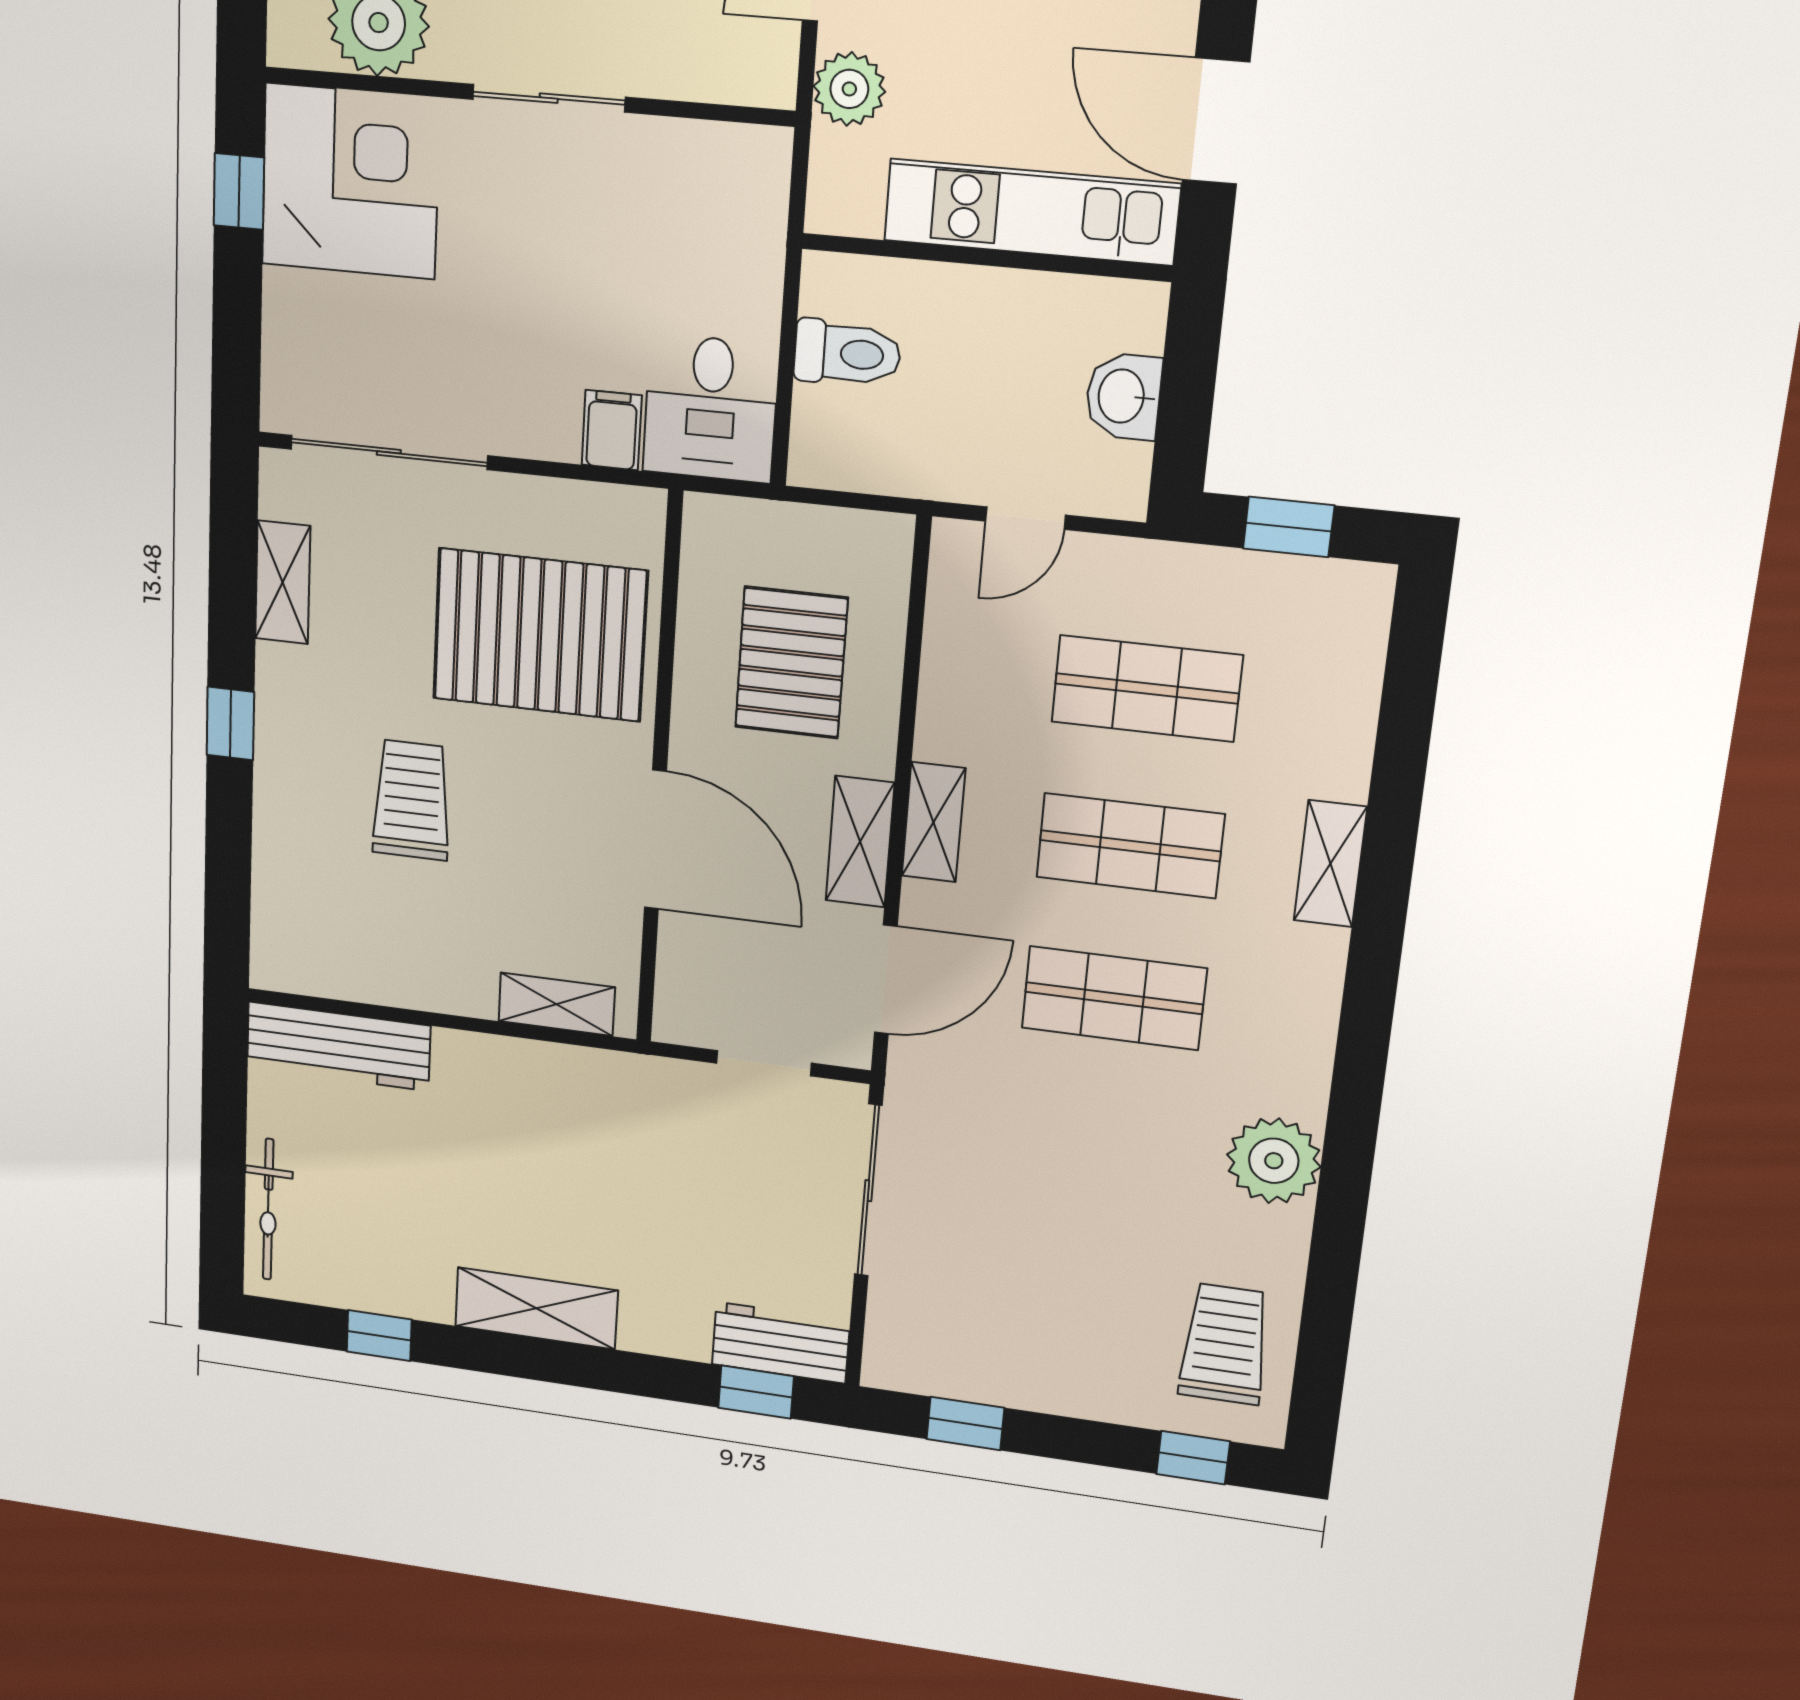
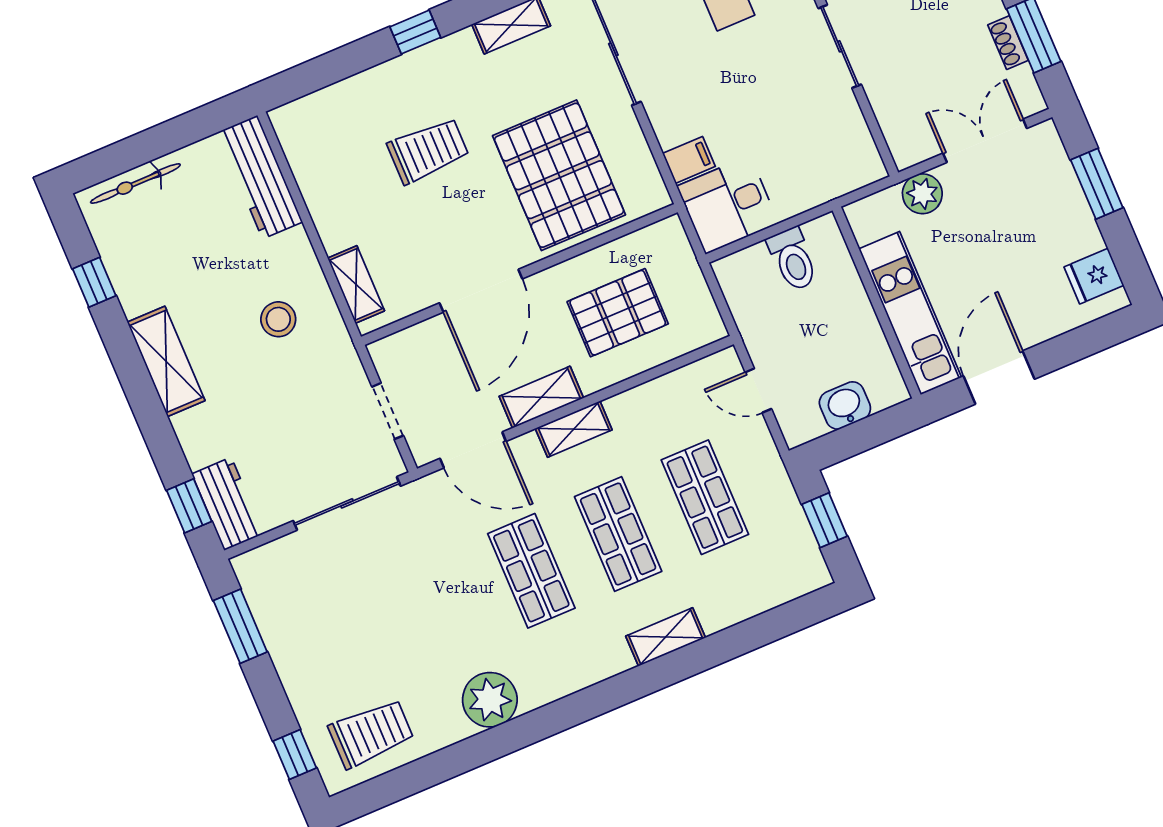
stool: (553, 1134) -> (278, 319), added
window: (965, 1423) -> (240, 626), width x1.50

